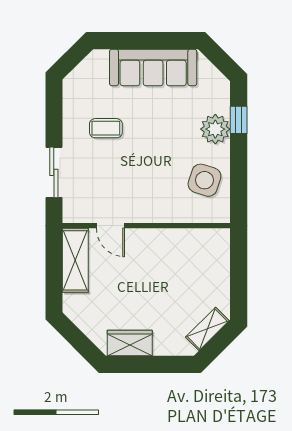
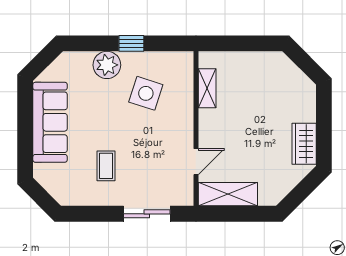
window: (239, 120) -> (131, 43), moved
side table: (204, 180) -> (146, 93), moved
shelving: (207, 329) -> (207, 88), moved, turned 45

